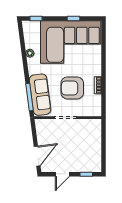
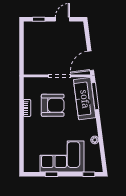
corner sofa: (71, 42) -> (62, 157), width x0.73, depth x0.74
door: (37, 156) -> (91, 61), moved

